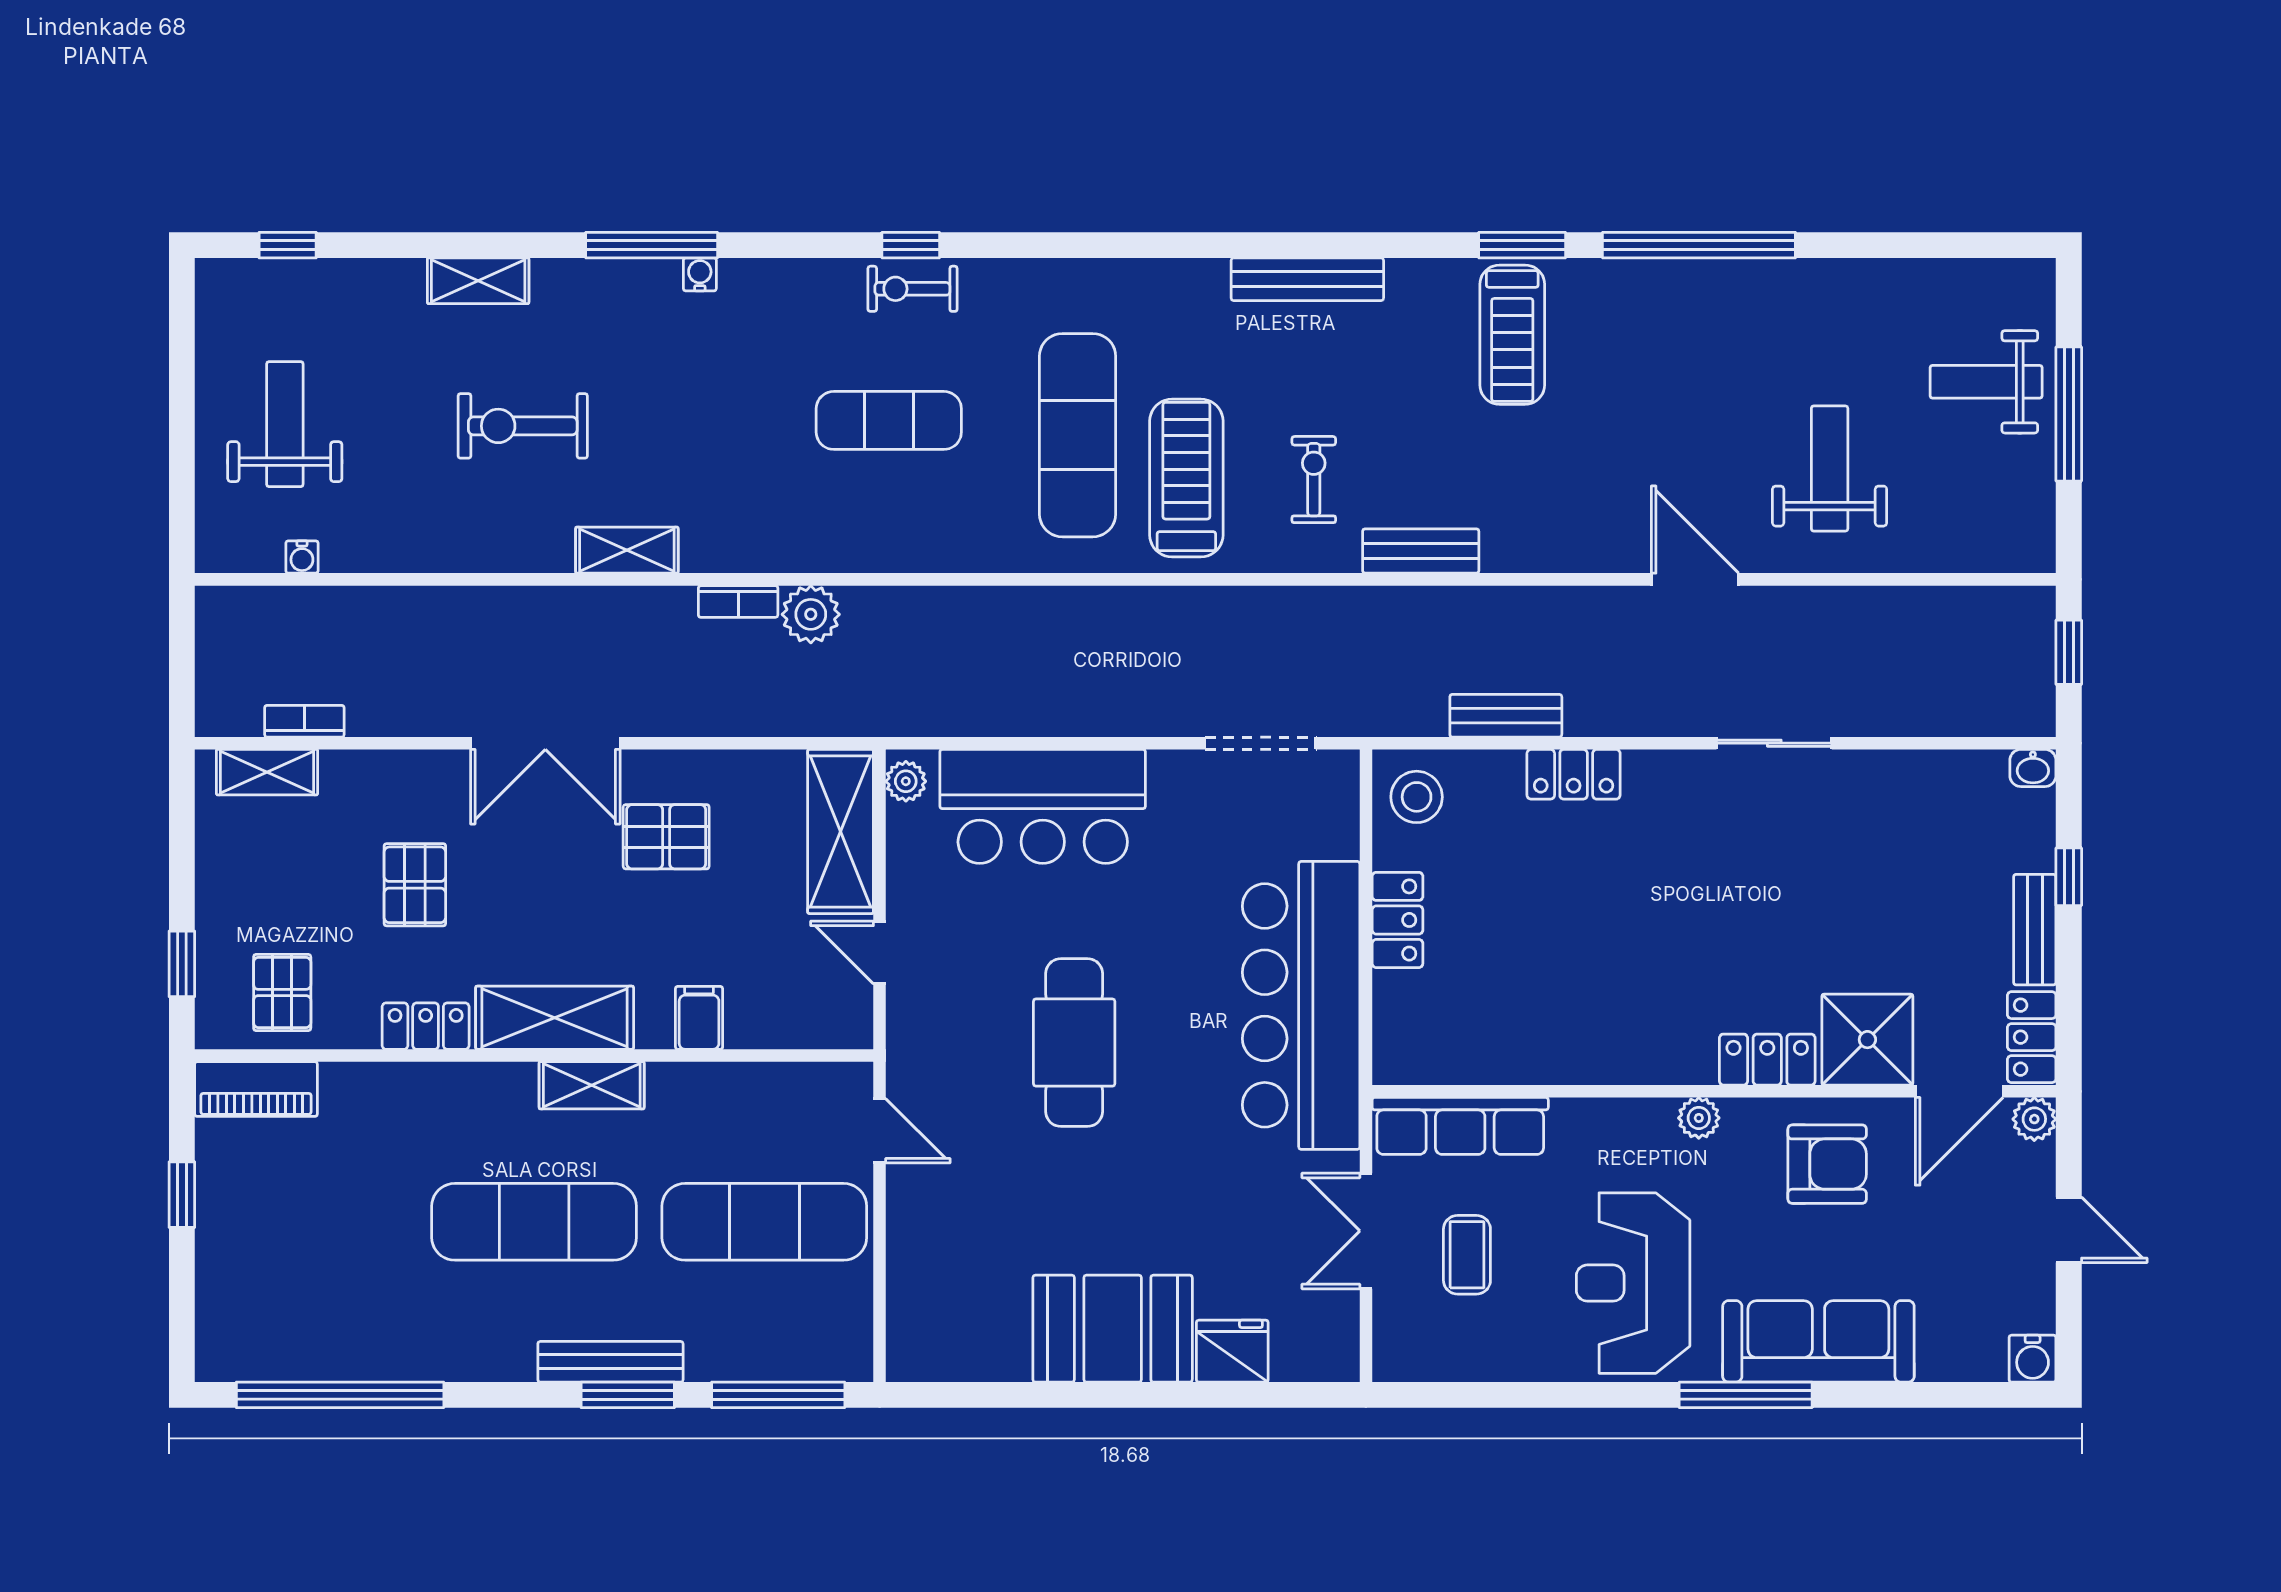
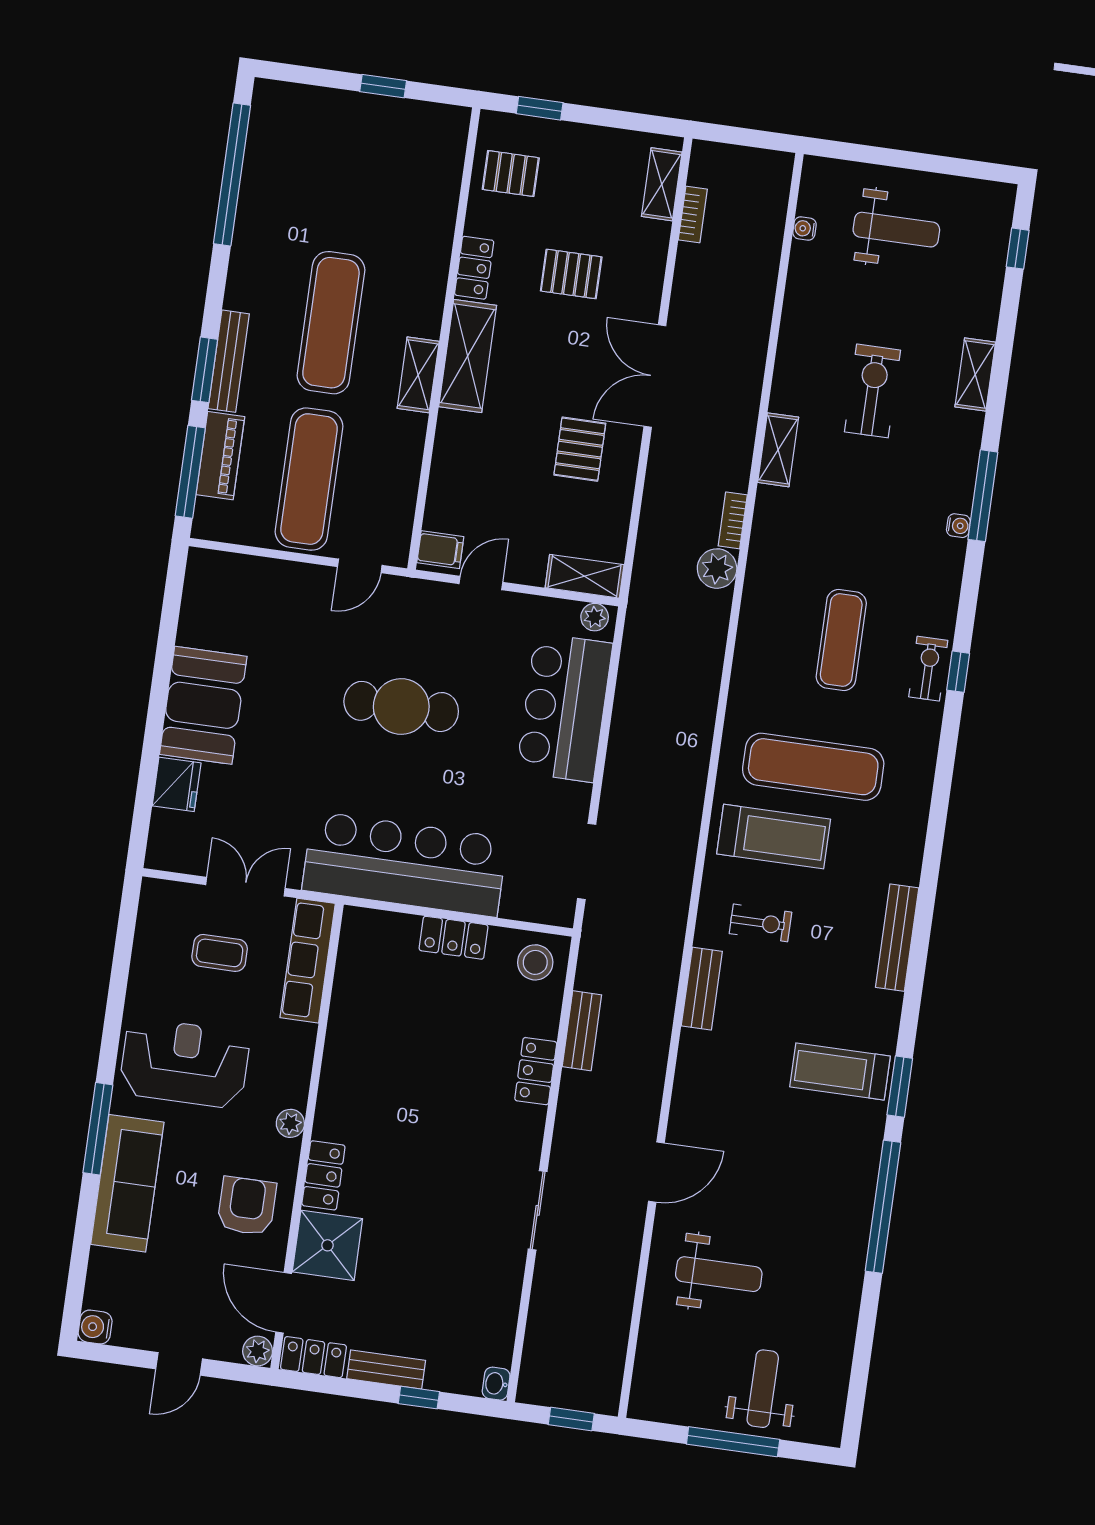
shelving: (841, 831) -> (585, 576), width x0.67, depth x0.75
filing cabinet: (699, 1018) -> (440, 550), moved
piano: (256, 1089) -> (220, 456), moved, turned 180
armchair: (1827, 1164) -> (247, 1206), turned 180

